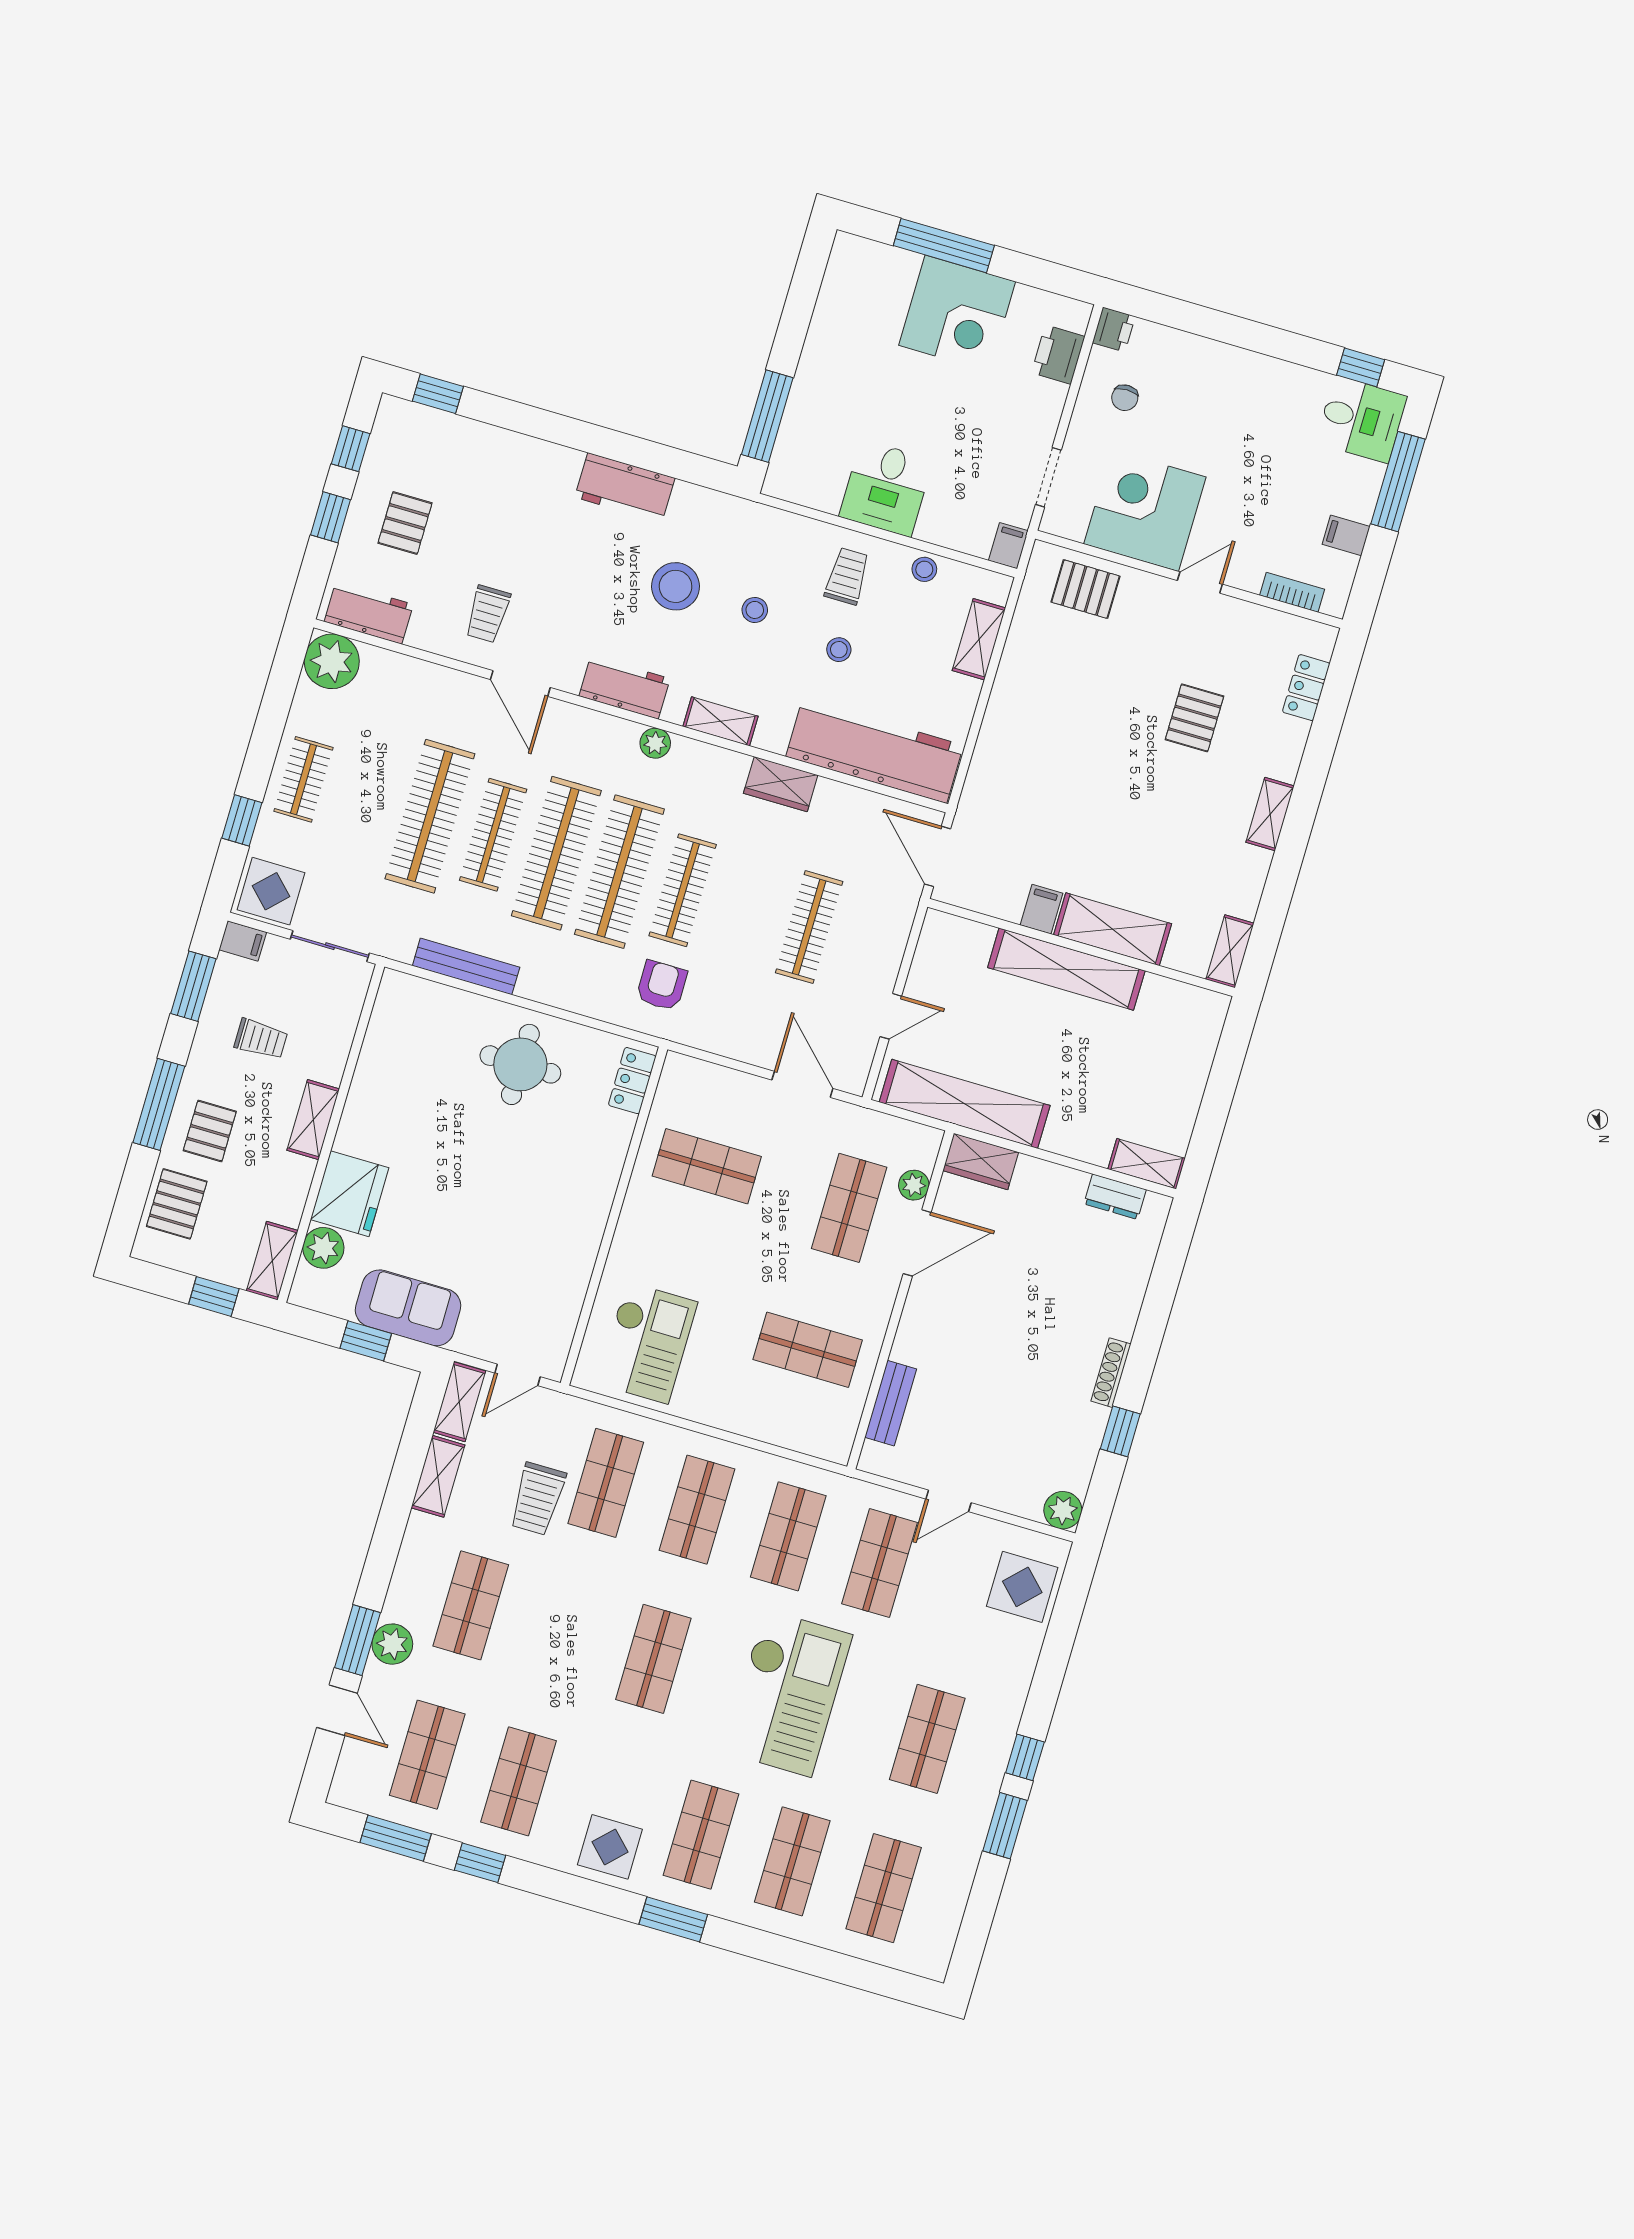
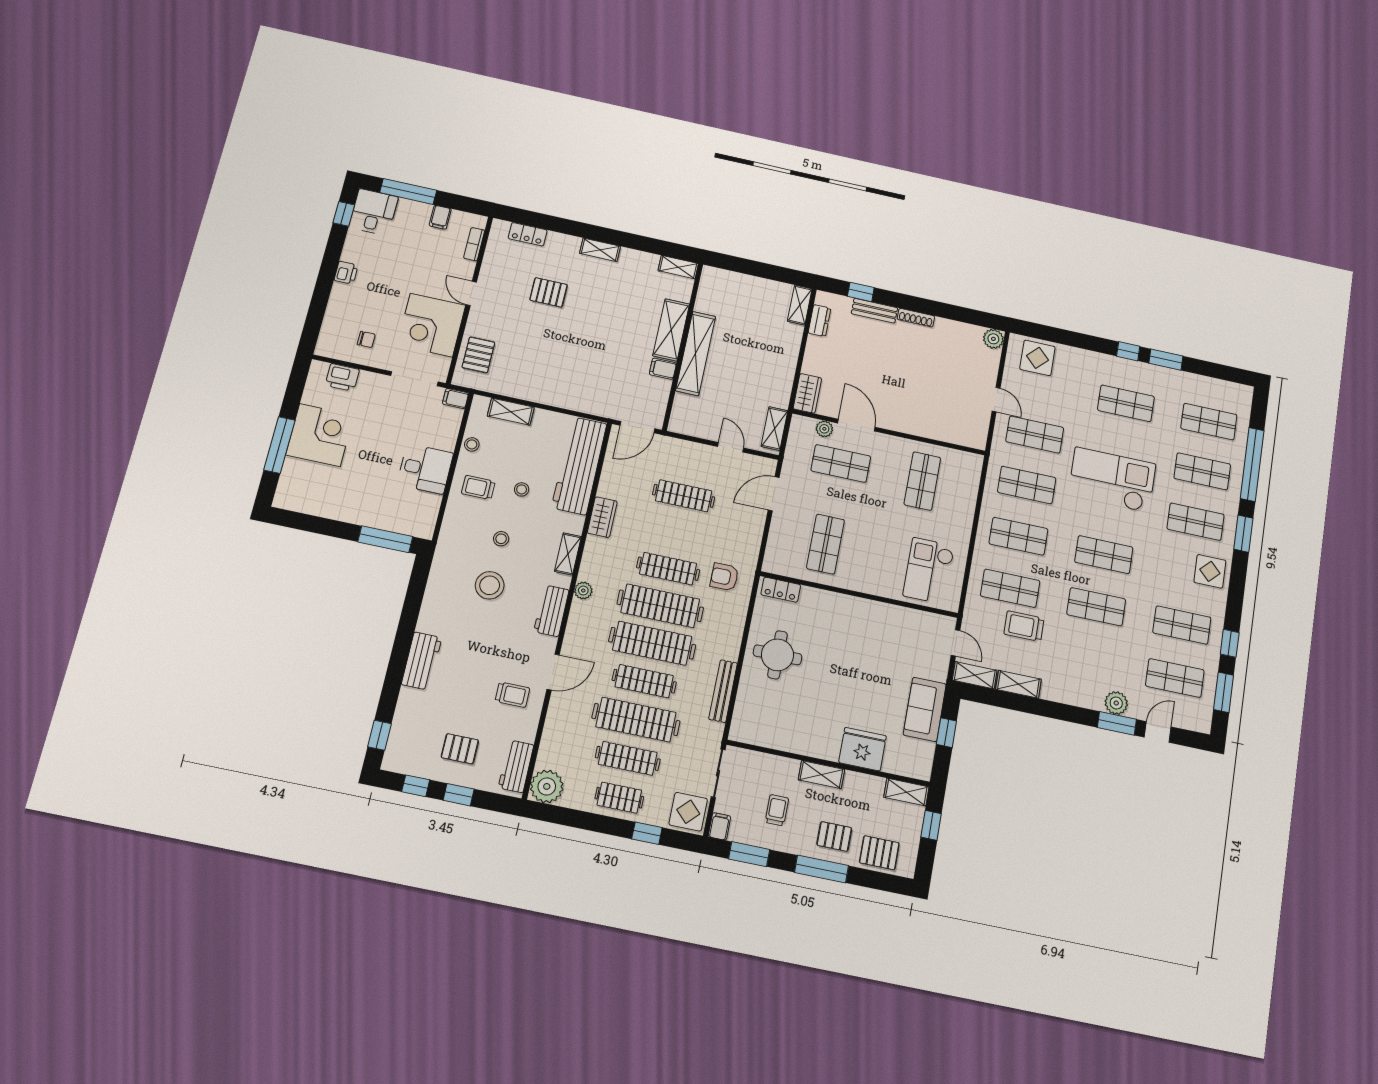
printer: (1114, 330) -> (346, 273), moved, turned 90
doorway: (1048, 477) -> (414, 379), width x1.38
workbench: (625, 488) -> (422, 661), moved
clothes rail: (367, 798) -> (628, 758), added
shelving: (965, 1104) -> (774, 429), width x0.45, depth x0.75
plant: (323, 1248) -> (896, 762), removed
checkout: (647, 1343) -> (929, 571), turned -90
bench: (891, 1403) -> (874, 311), moved
window: (1120, 1431) -> (861, 292), moved
trolley: (538, 1499) -> (1024, 626), turned 180
shop shelf: (471, 1605) -> (1096, 607), moved
window: (799, 1956) -> (1252, 464), added

